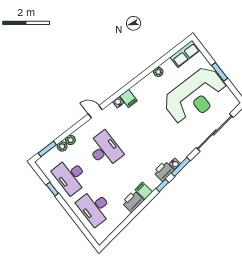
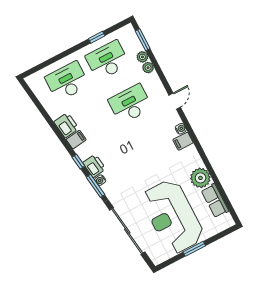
row of seats: (185, 54) -> (215, 201), moved
plant: (158, 72) -> (200, 178), width x1.87, depth x1.87
desk: (105, 150) -> (130, 104), turned 180

